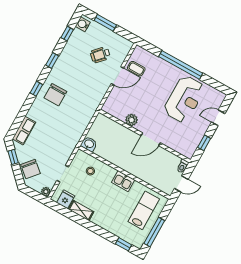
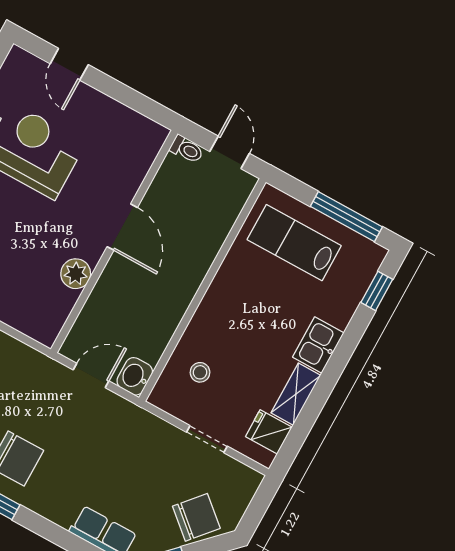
door: (89, 126) -> (91, 375), added
window: (204, 143) -> (130, 98), removed
kitchen sink: (123, 181) -> (318, 345), moved, turned 180
plant: (46, 192) -> (251, 480), removed

